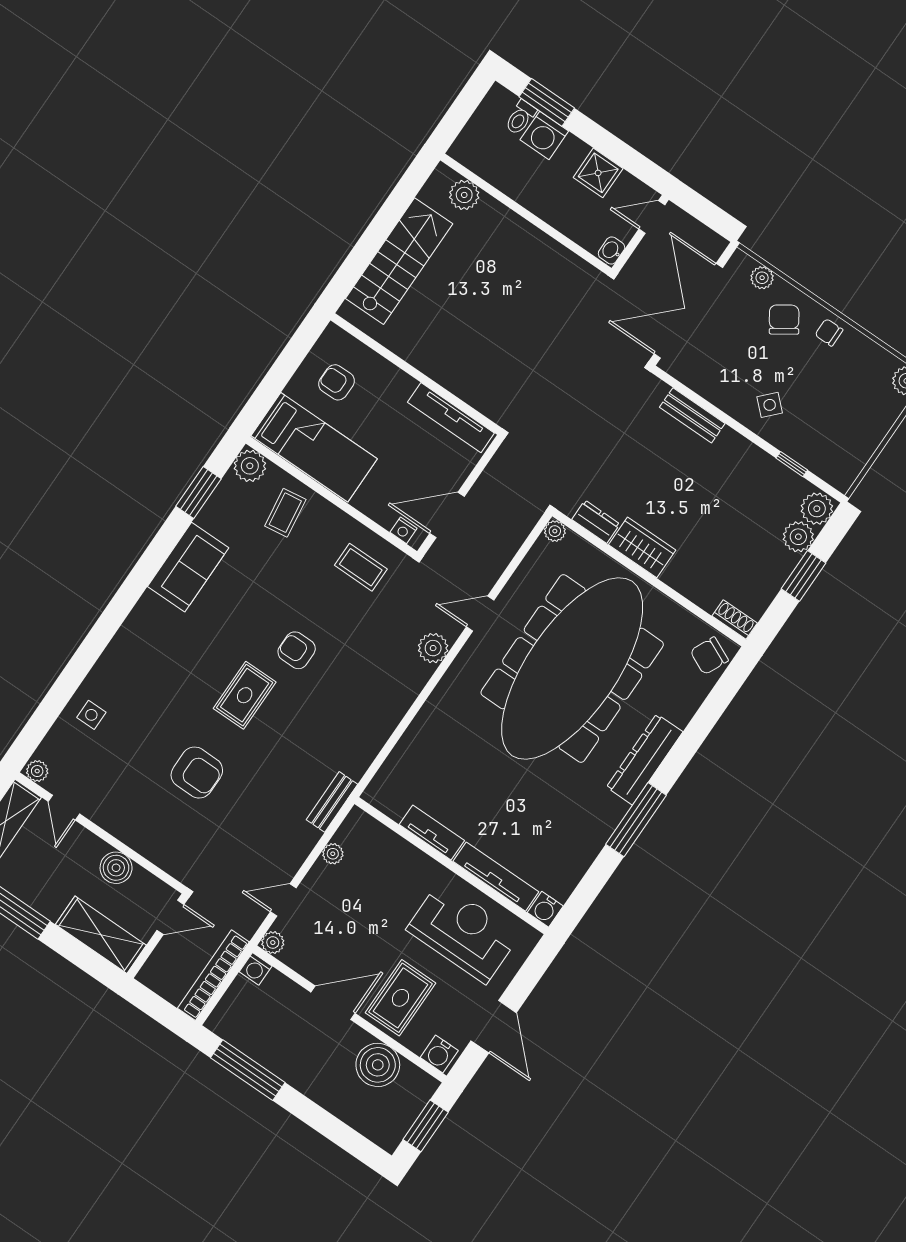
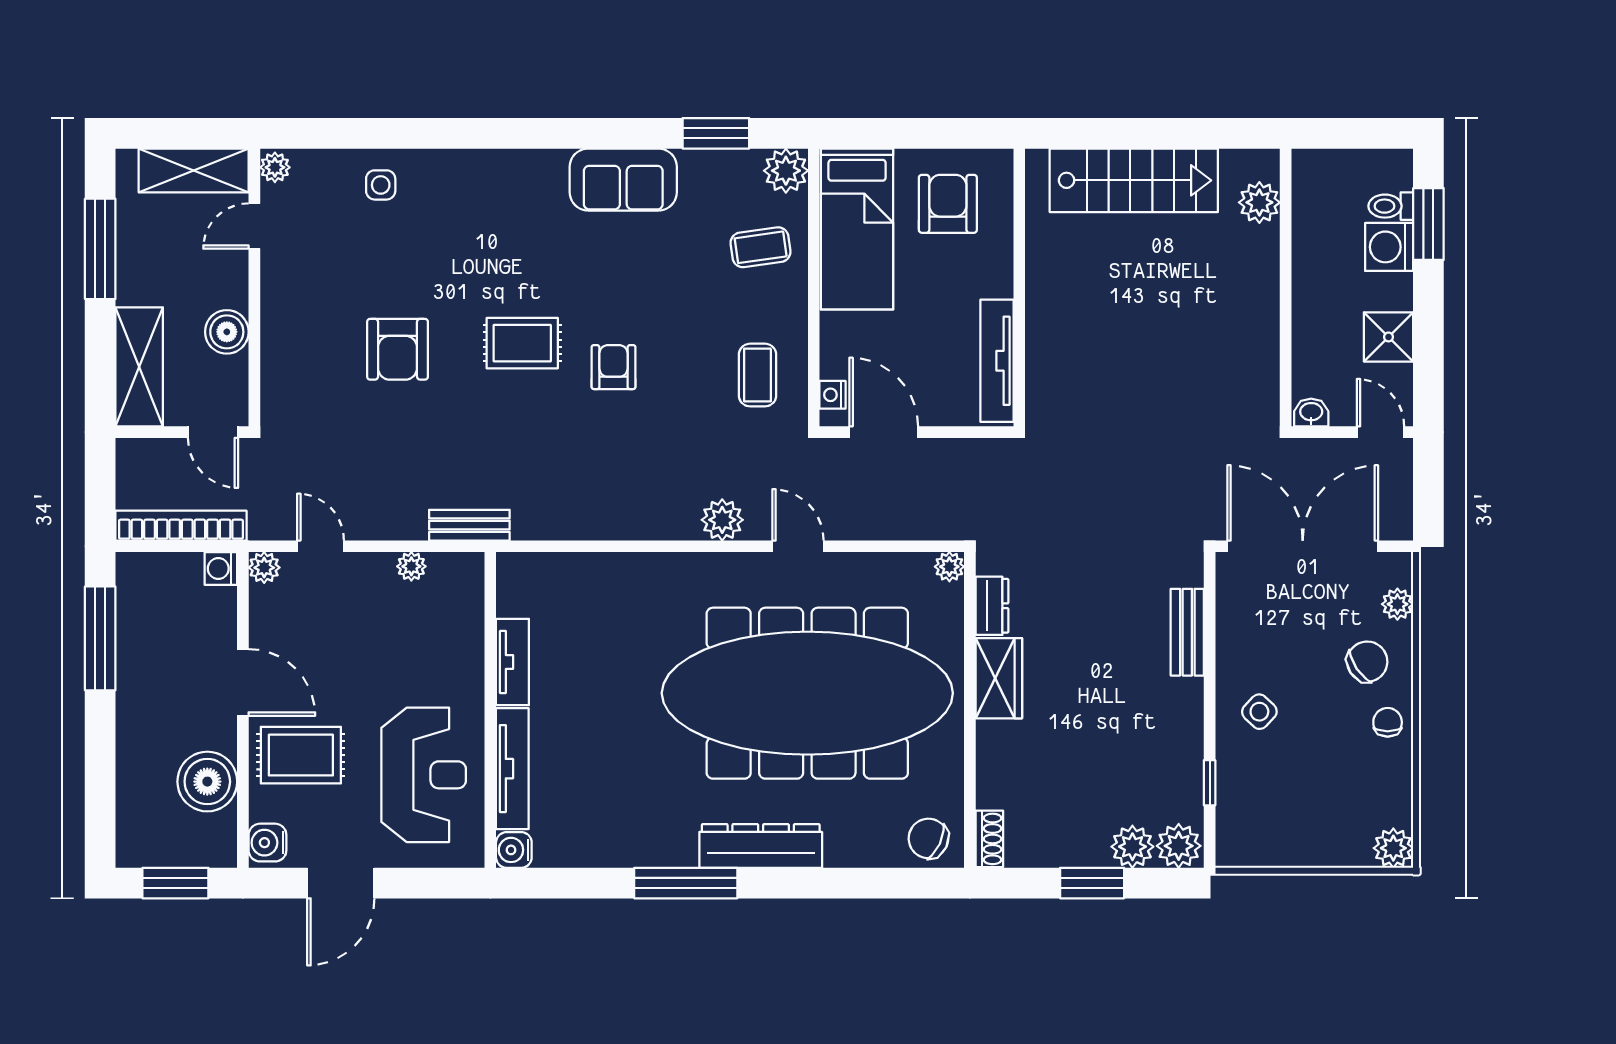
armchair: (337, 382) -> (948, 204), width x1.38, depth x1.38

